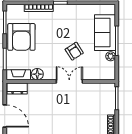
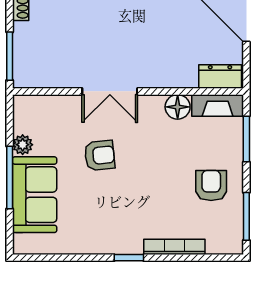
armchair: (21, 37) -> (211, 185), width x0.53, depth x0.53
armchair: (74, 51) -> (100, 155), turned 117

